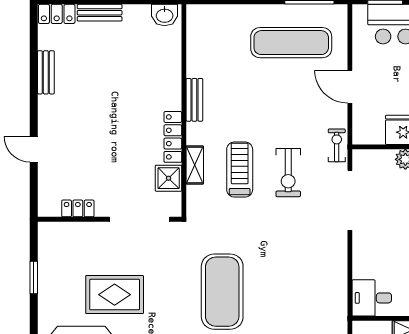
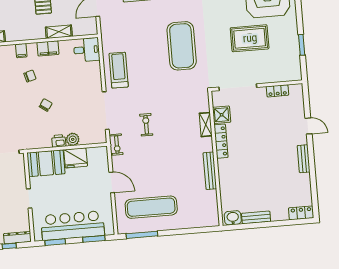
bench: (100, 13) -> (256, 217), moved
bench: (46, 72) -> (304, 159), moved
bench: (194, 100) -> (210, 171), width x1.36
treadmill: (240, 170) -> (119, 70), moved, turned 180
exercise bike: (288, 173) -> (146, 125), width x0.73, depth x0.72

